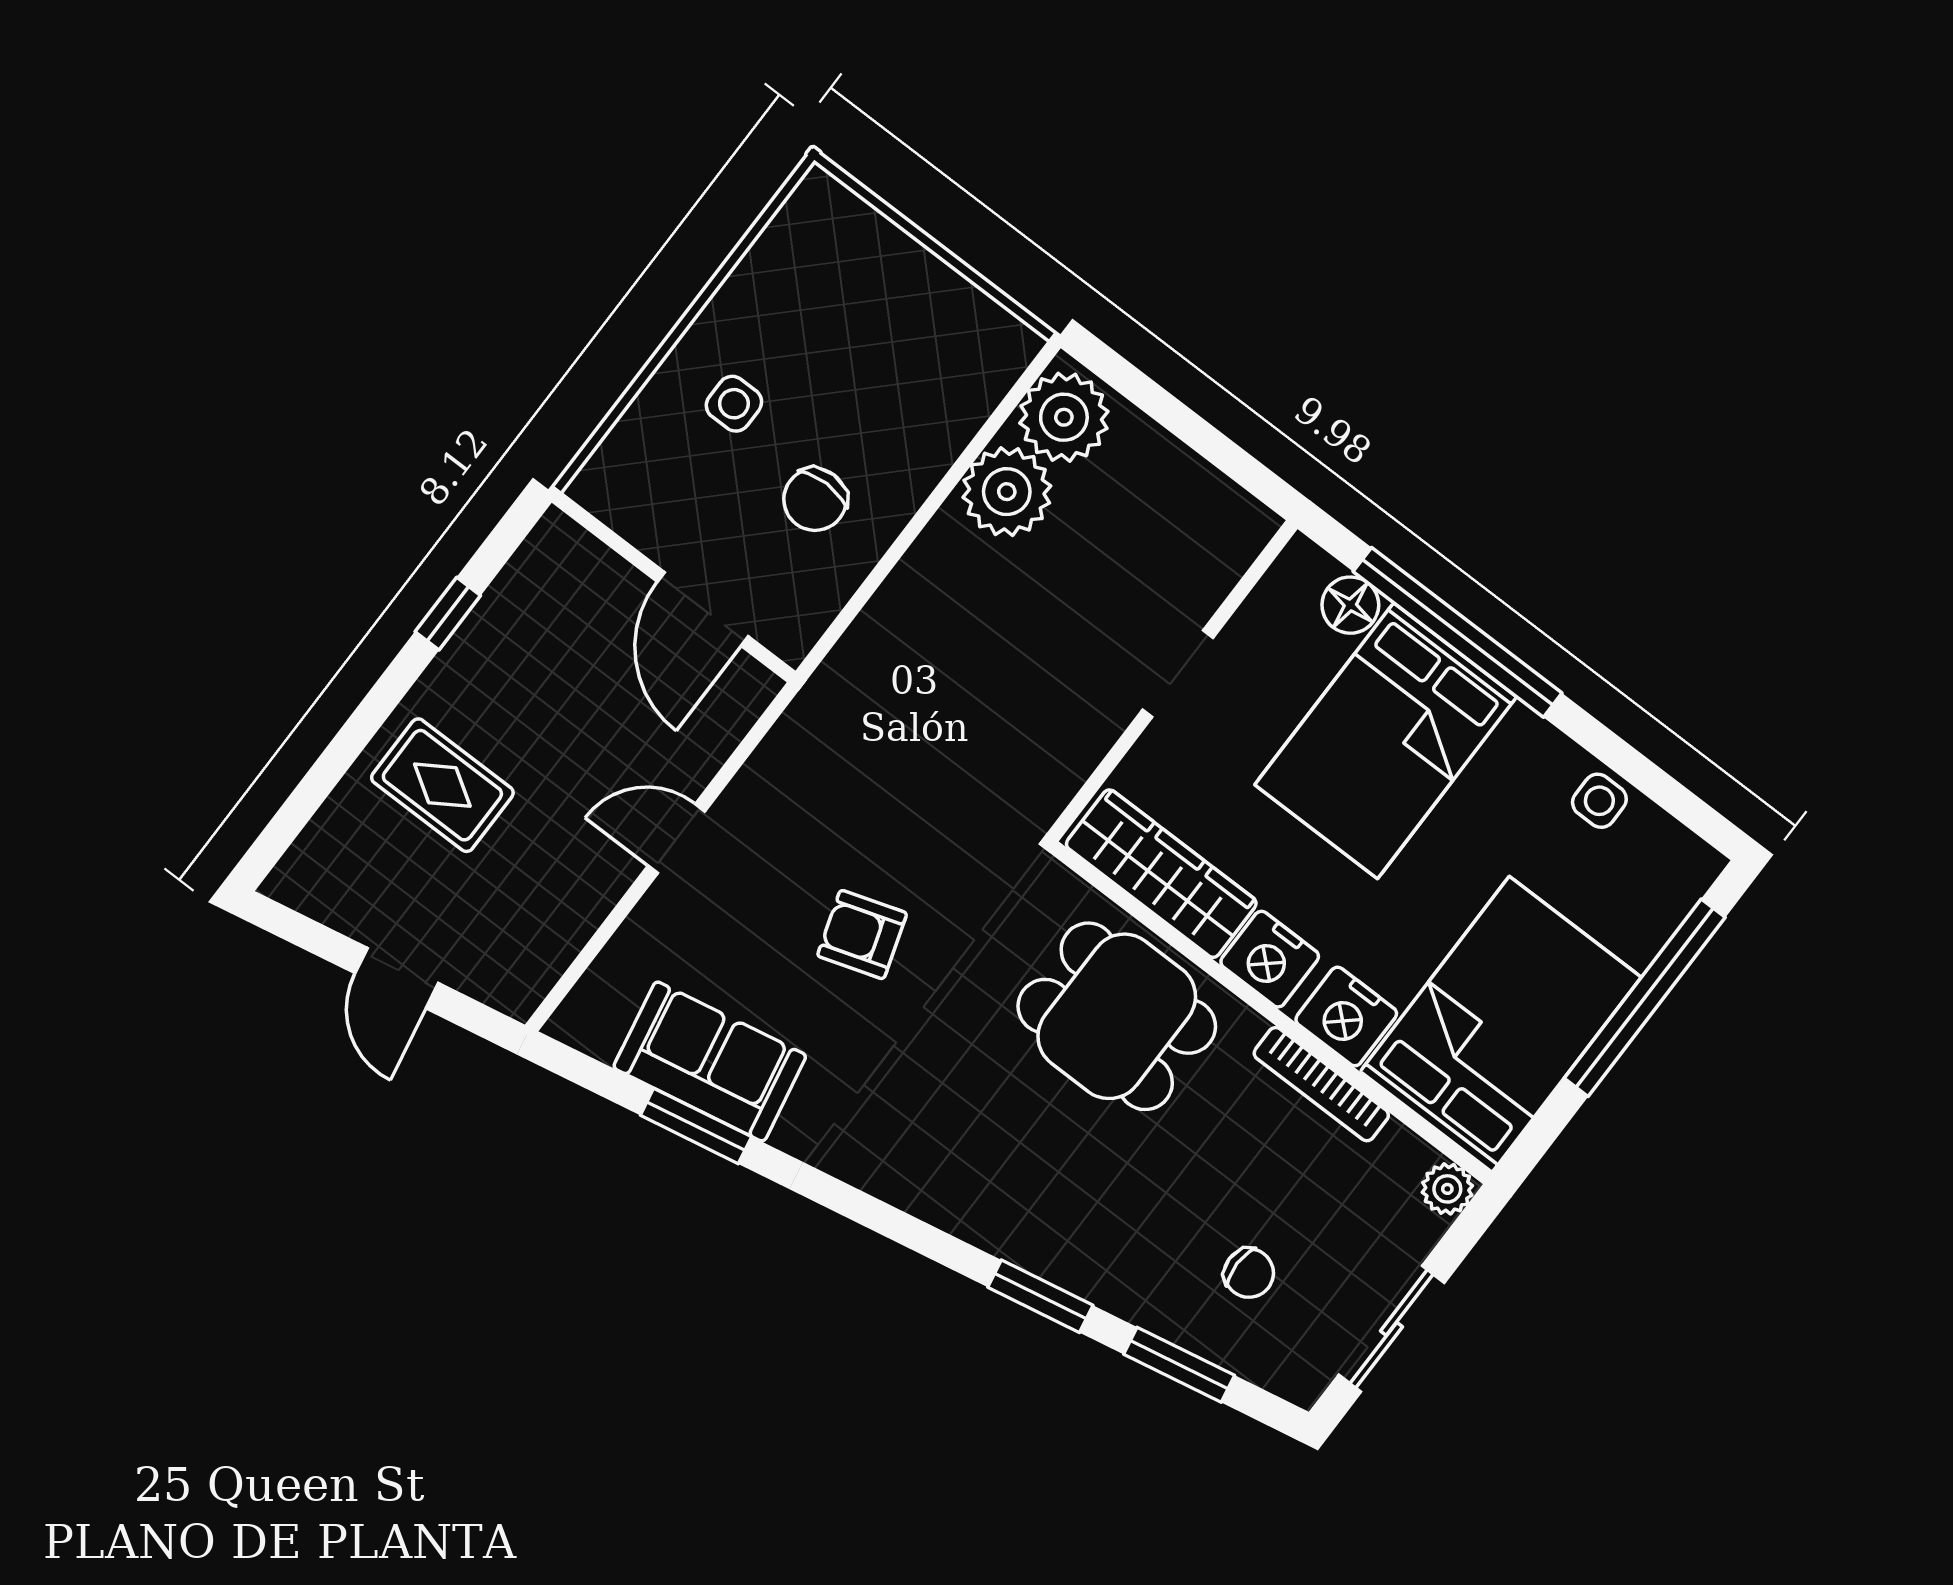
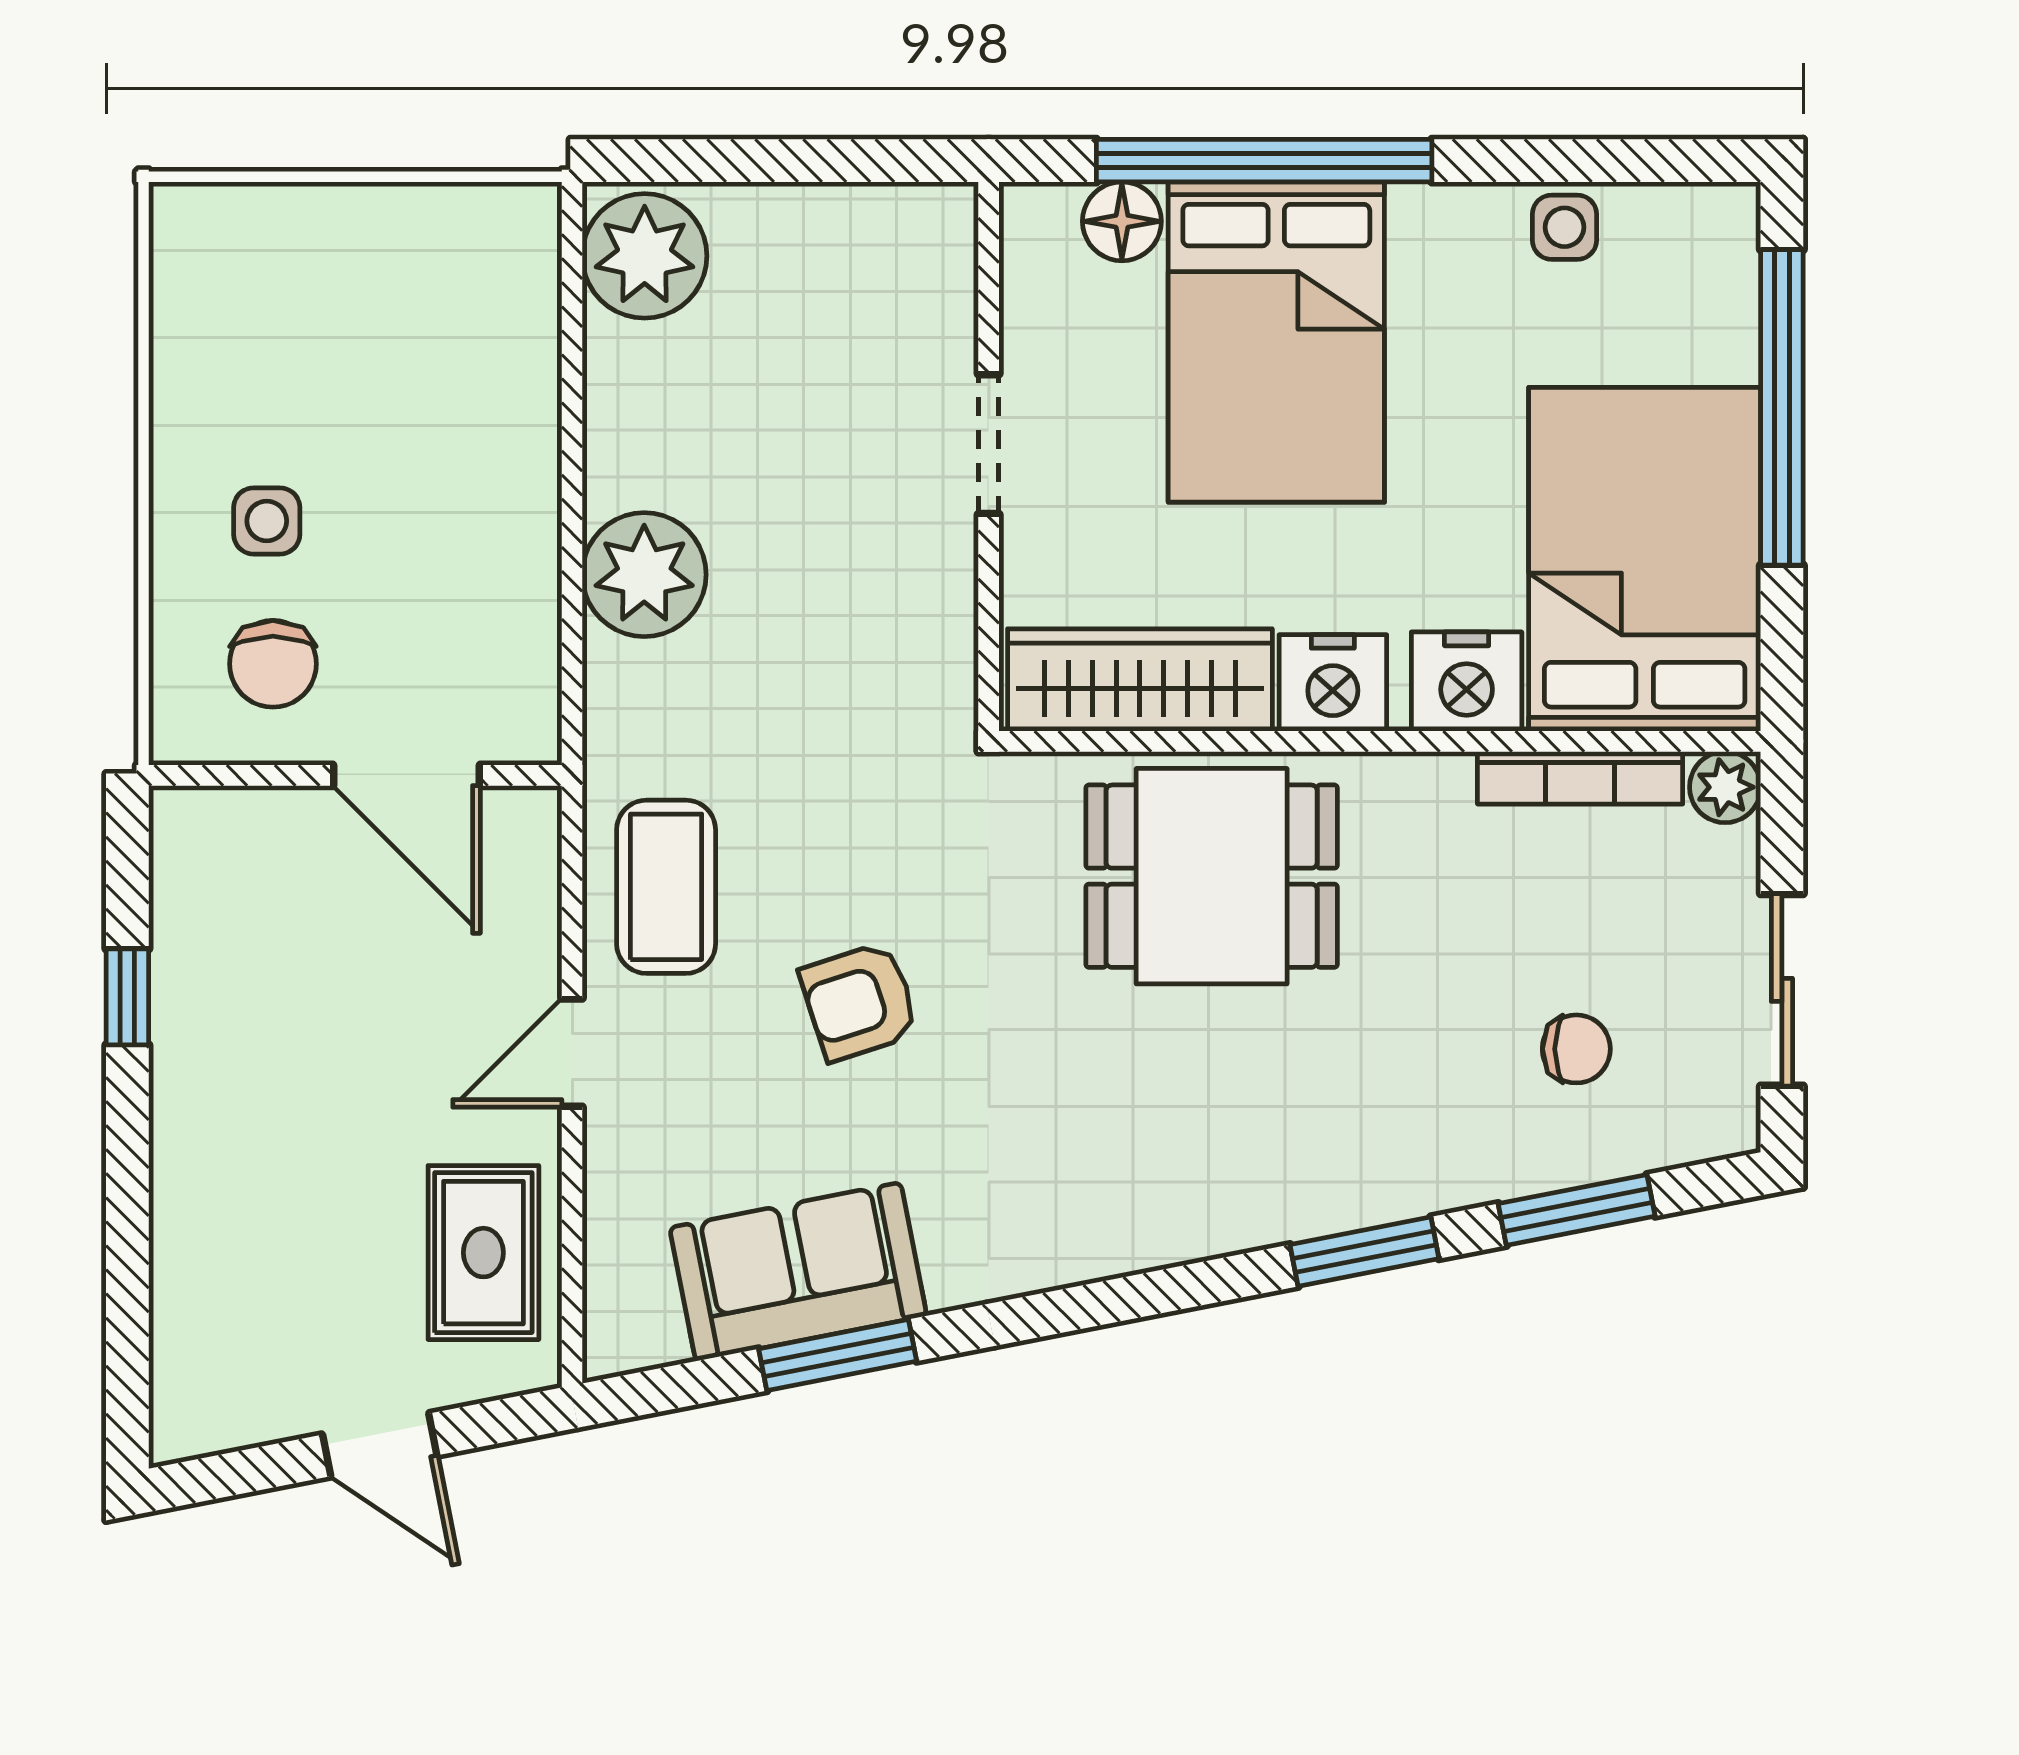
plant: (1007, 492) -> (644, 575), moved
chair: (815, 499) -> (273, 664), moved
rug: (442, 785) -> (483, 1253), moved, turned 90
coffee table: (802, 785) -> (666, 887), added
bookcase: (1321, 1084) -> (1580, 778), moved

